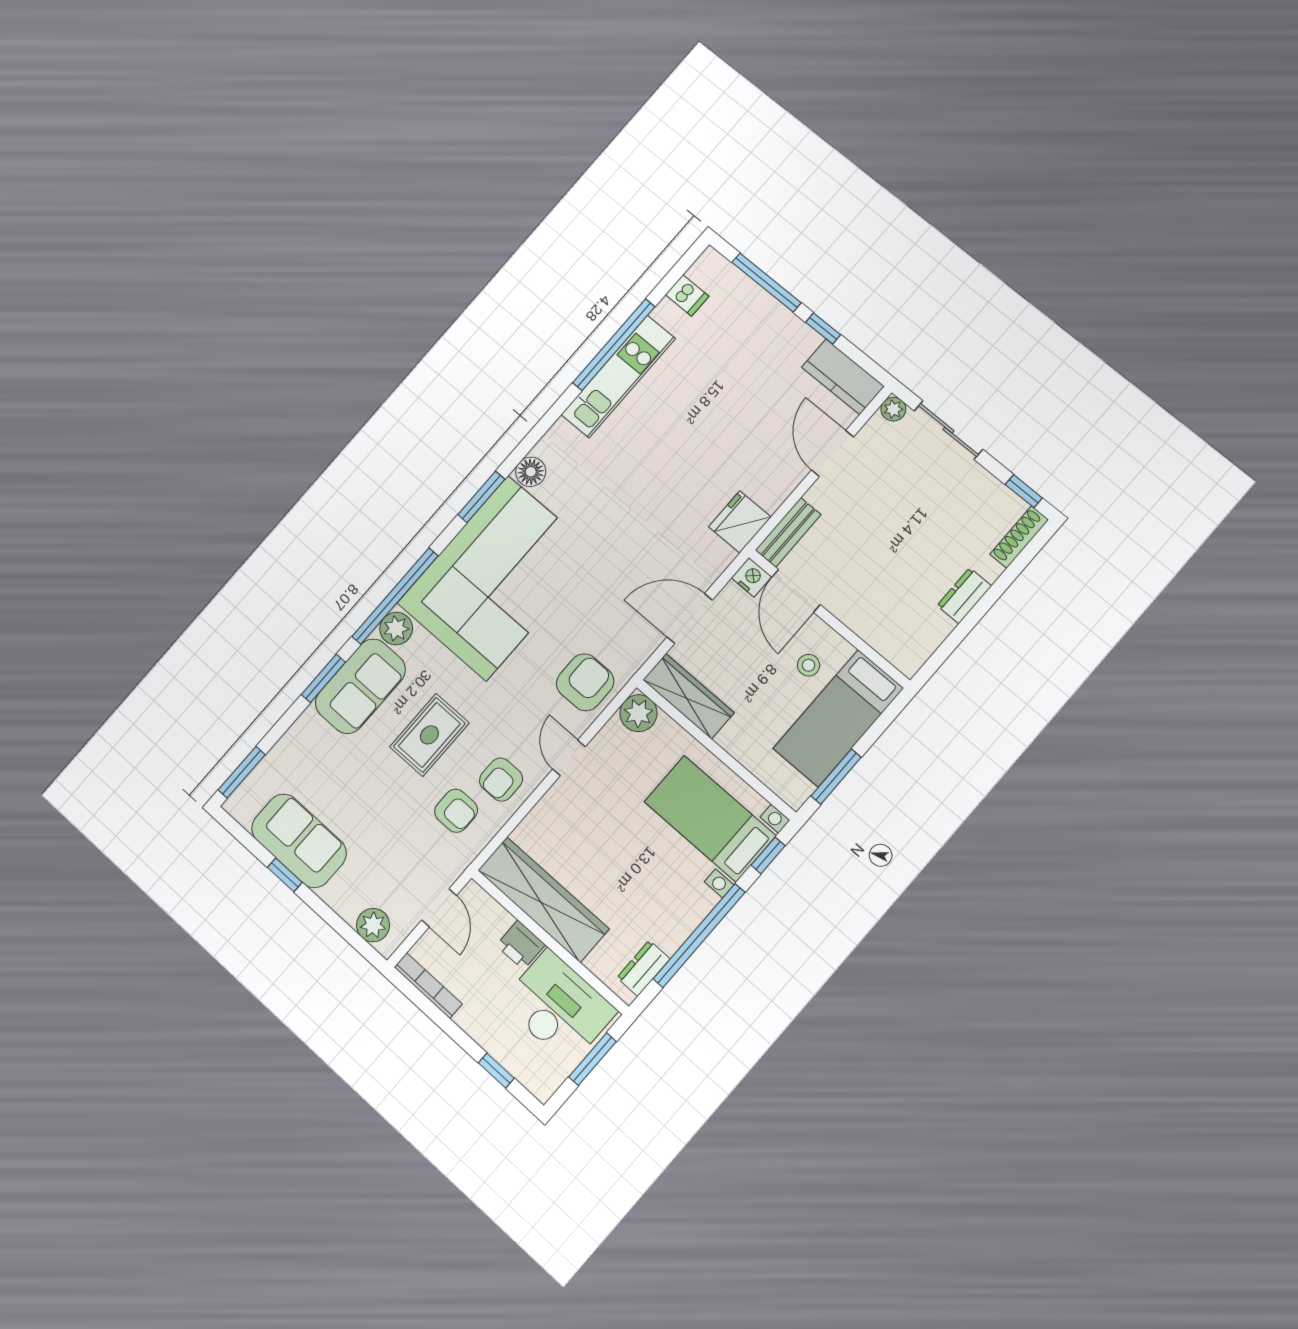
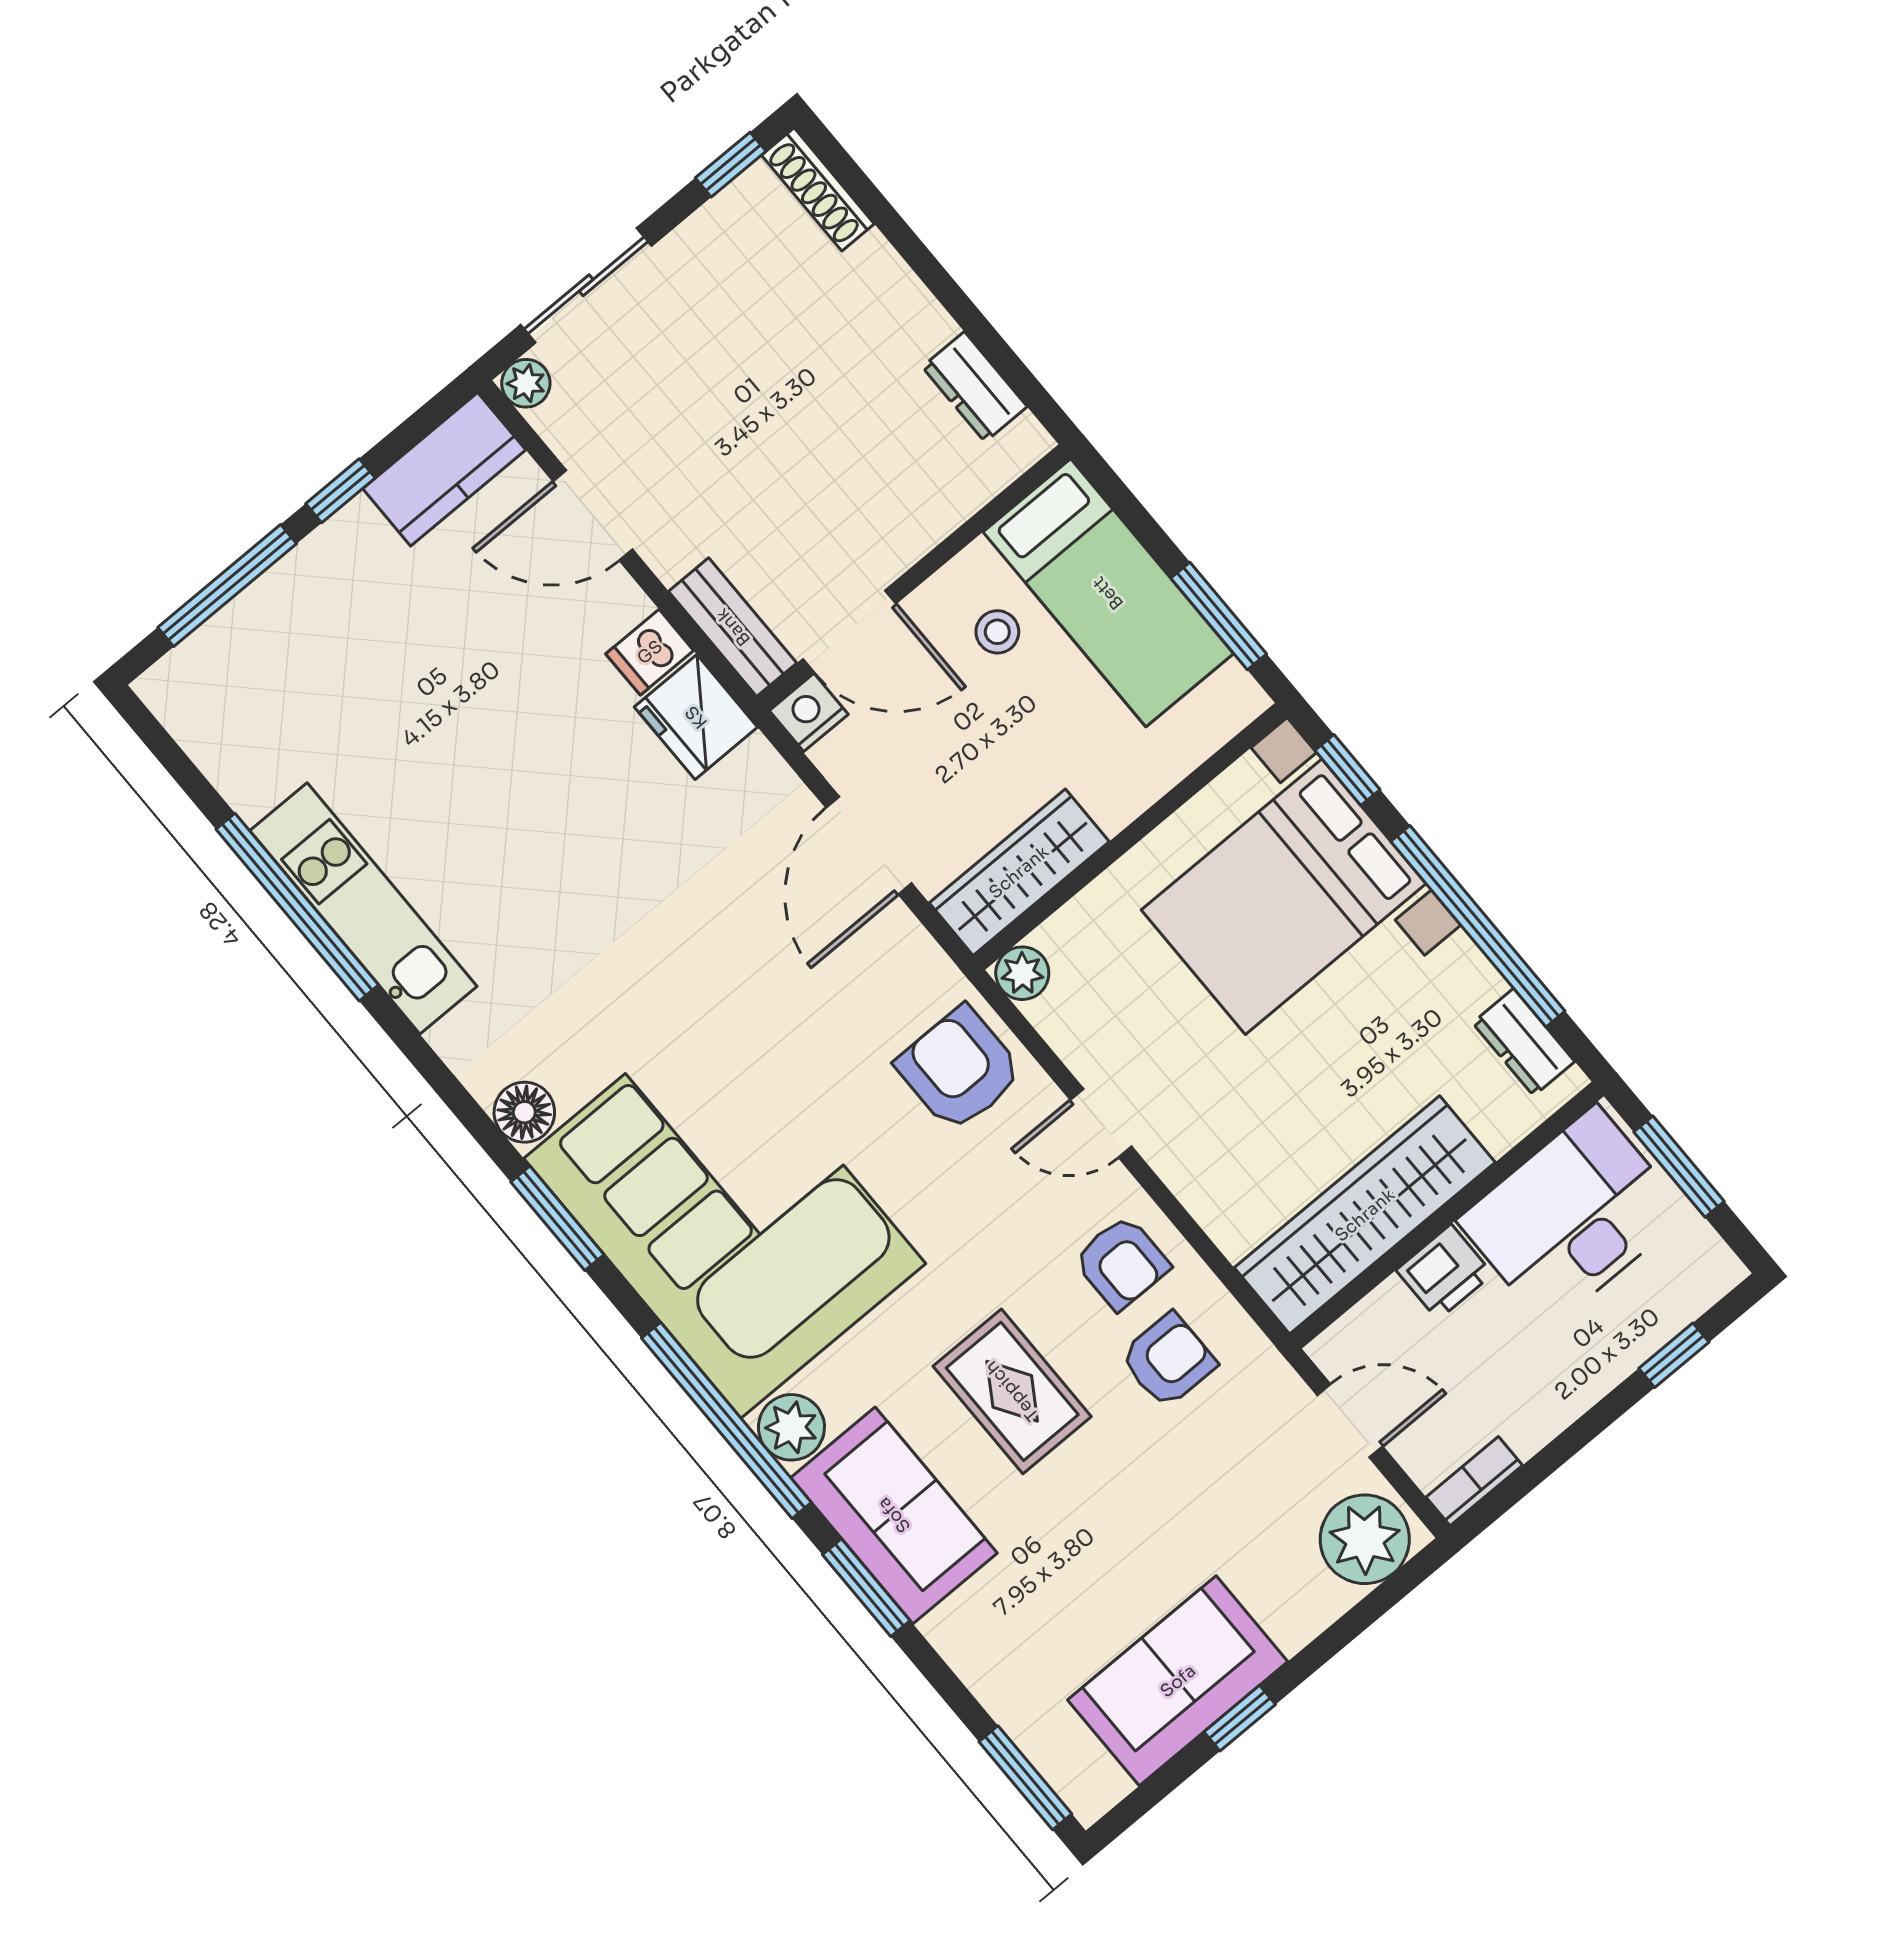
dishwasher: (687, 295) -> (650, 652), moved, turned 180
dresser: (964, 596) -> (975, 387), moved
plant: (638, 713) -> (1022, 973), width x0.73, depth x0.73
bed with nightstands: (710, 819) -> (1284, 897), width x1.36
plant: (373, 925) -> (1365, 1539), width x1.36, depth x1.36
bookcase: (428, 985) -> (1474, 1481), width x0.64

